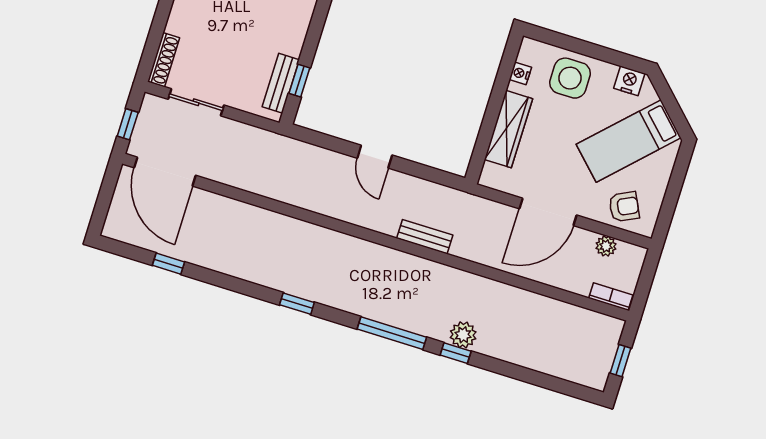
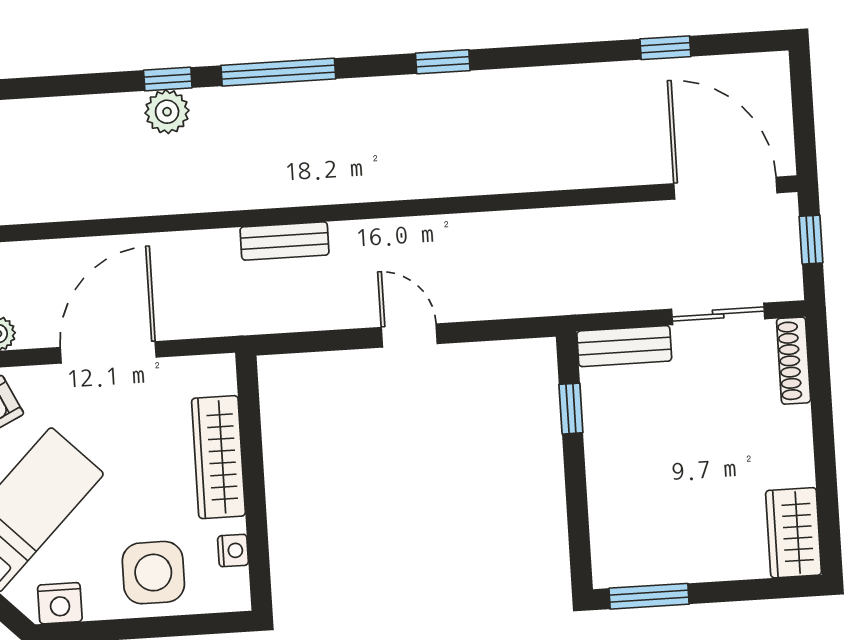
bench: (281, 83) -> (624, 346), moved, turned 90

